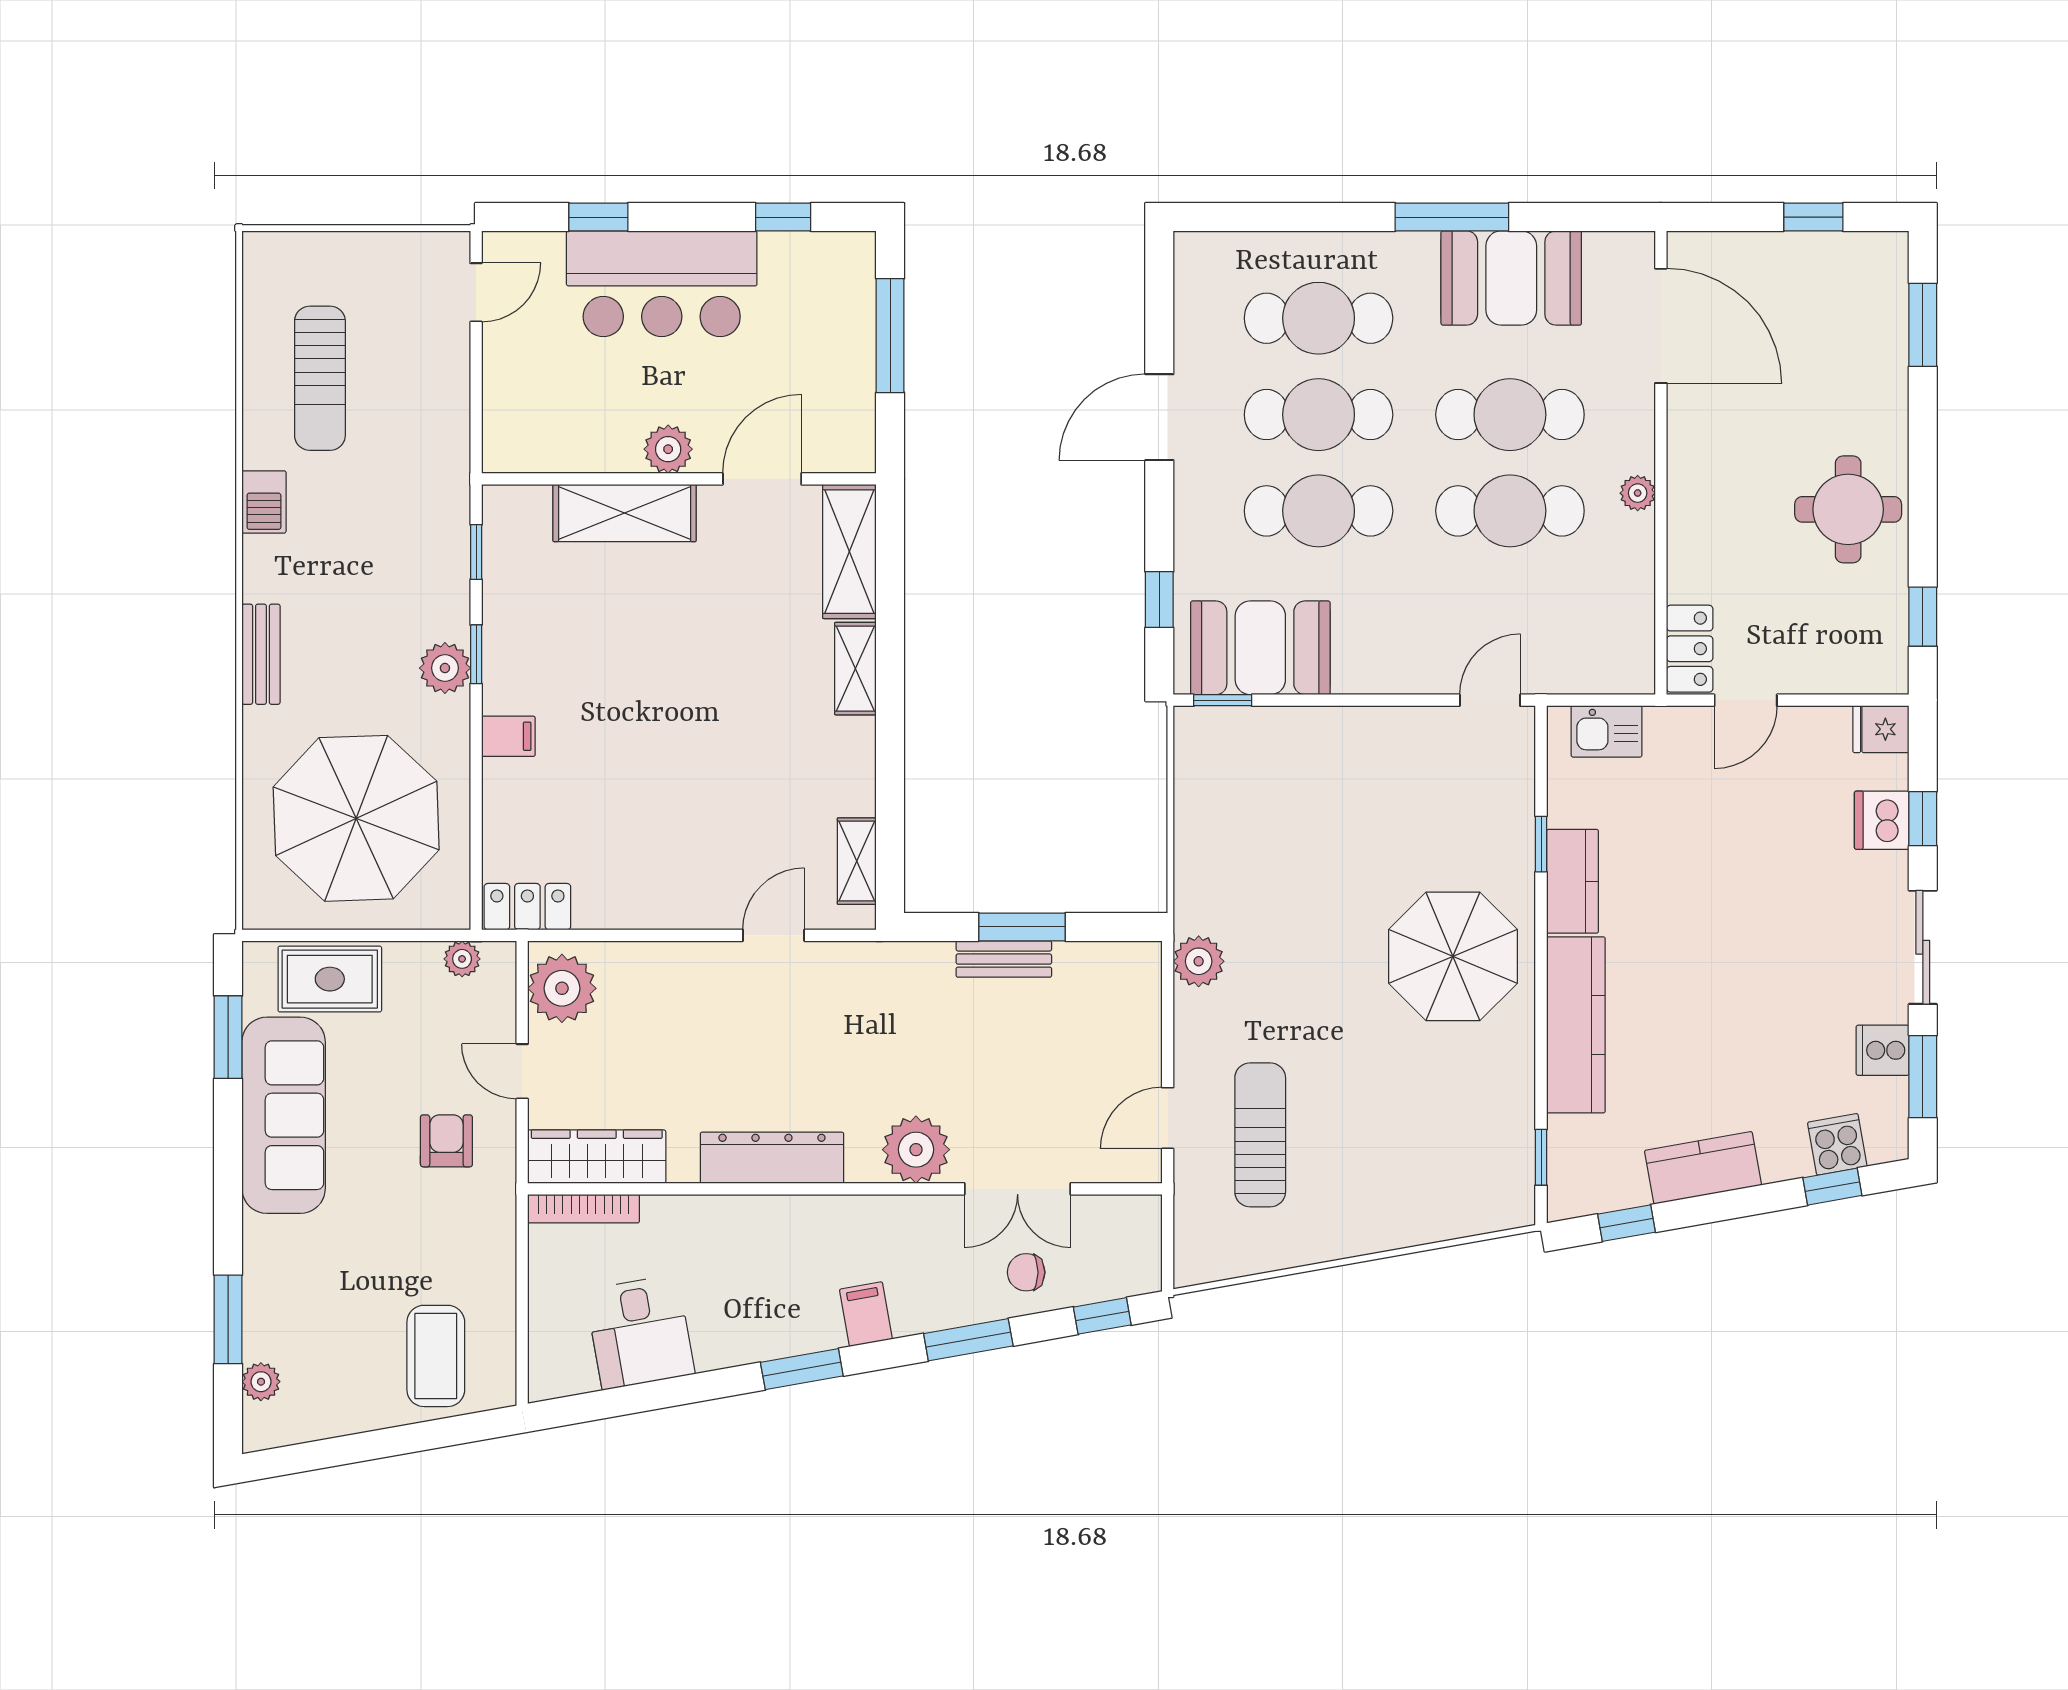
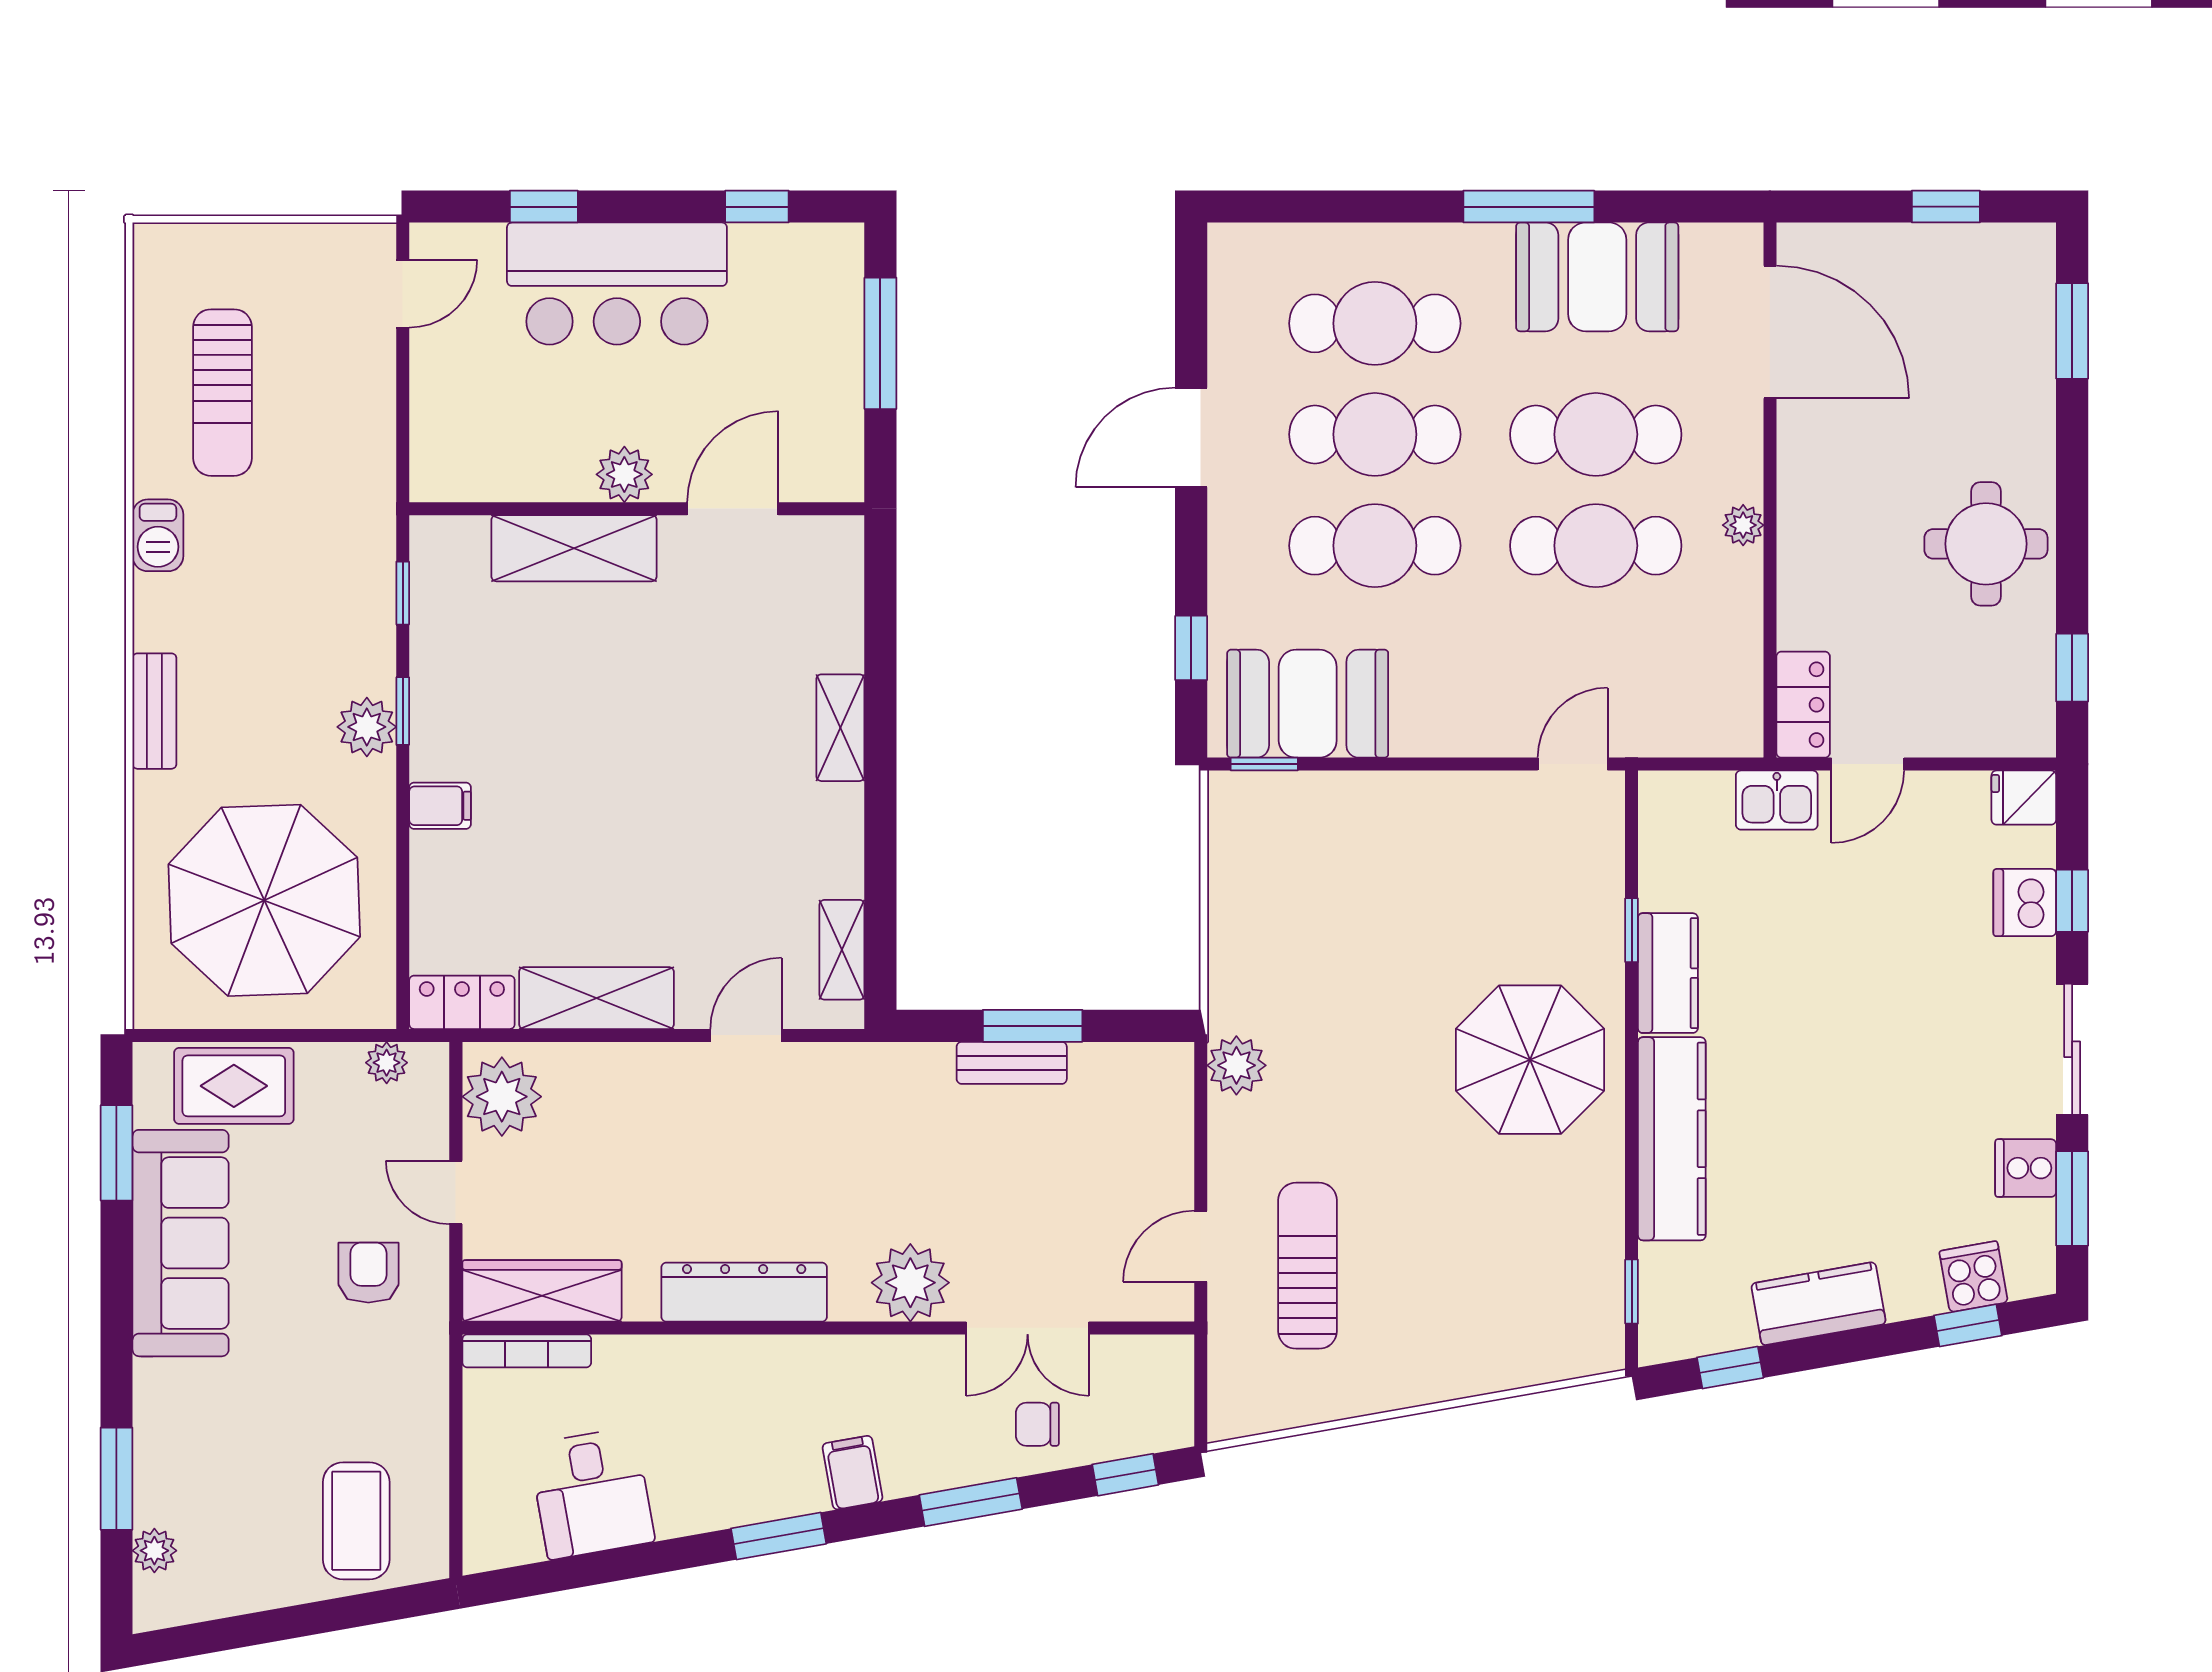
shelving: (849, 552) -> (596, 998), moved, turned 90
kitchen sink: (1607, 731) -> (1777, 800), moved

